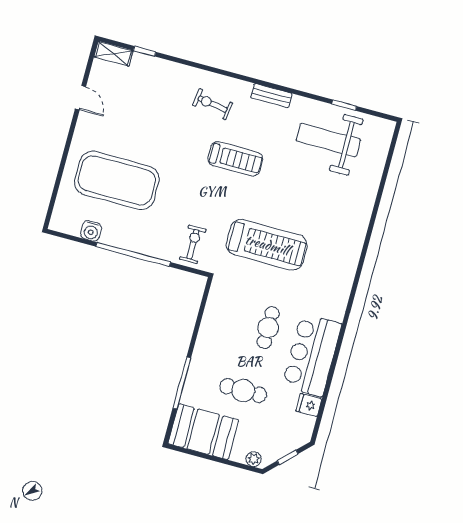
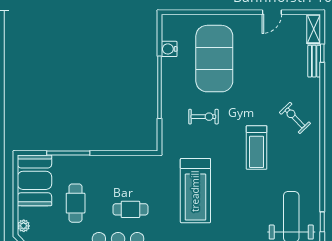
bench: (271, 96) -> (314, 61), moved
exercise bike: (213, 104) -> (295, 118), turned -53
exercise bike: (193, 244) -> (203, 117), moved

